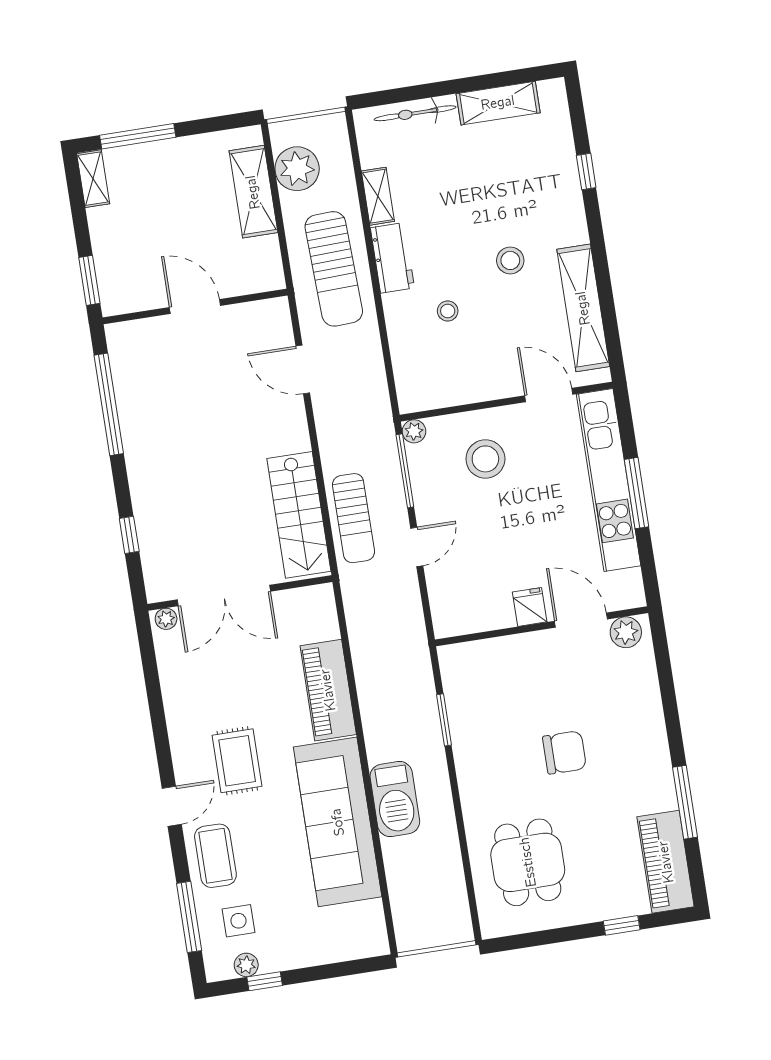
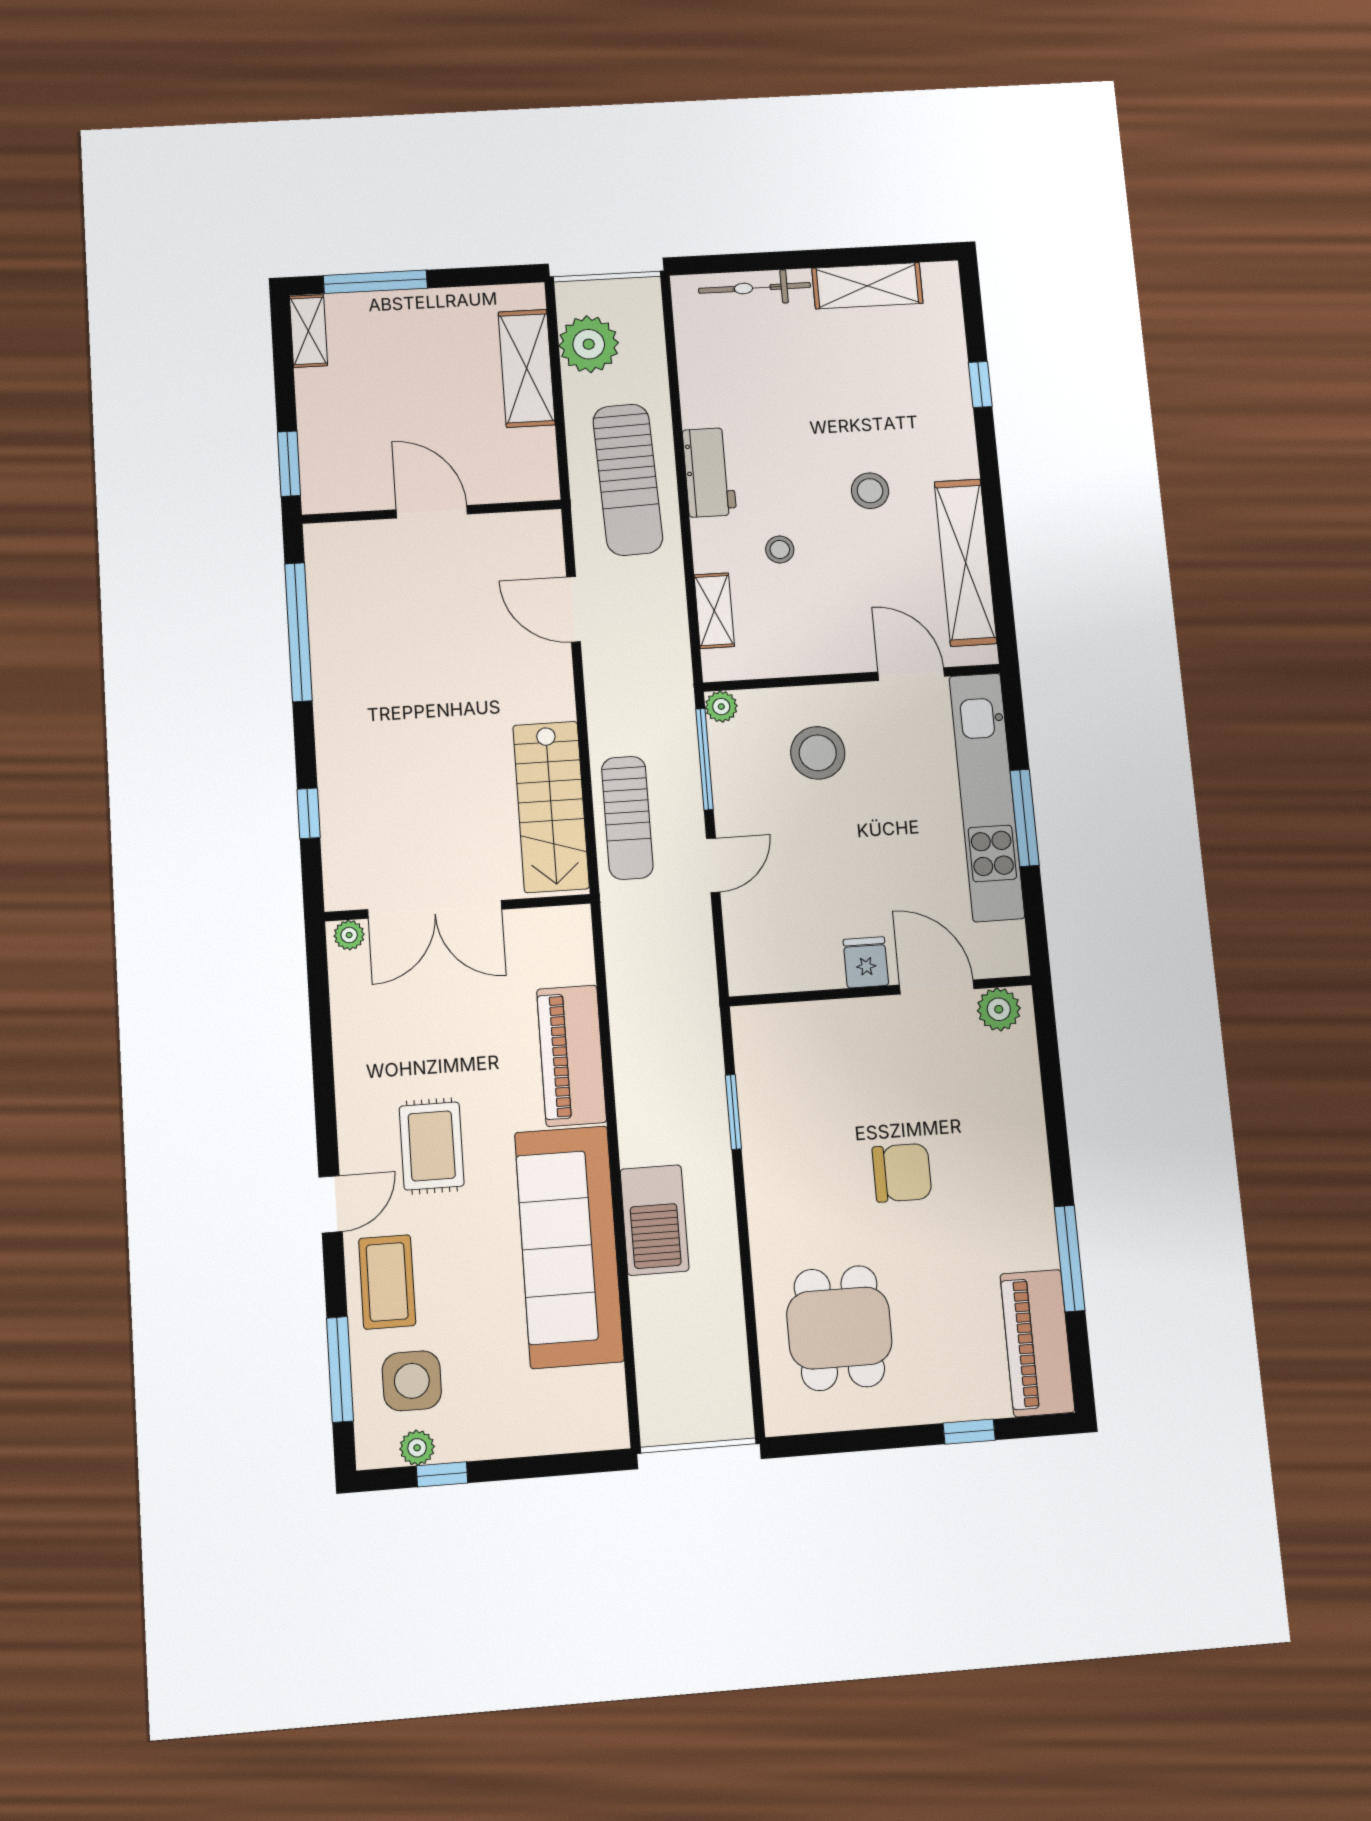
shelving: (378, 196) -> (714, 611), moved
side table: (238, 921) -> (412, 1381), width x1.37, depth x1.37

